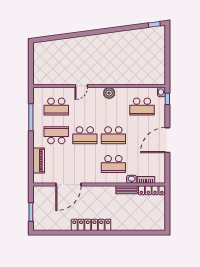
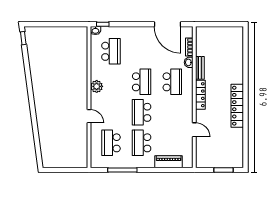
school desk: (56, 107) -> (111, 143), turned 180
school desk: (85, 135) -> (142, 112), turned 180
door: (167, 140) -> (167, 24), moved
door: (68, 185) -> (194, 130), width x0.53
locker: (152, 190) -> (200, 95), moved

